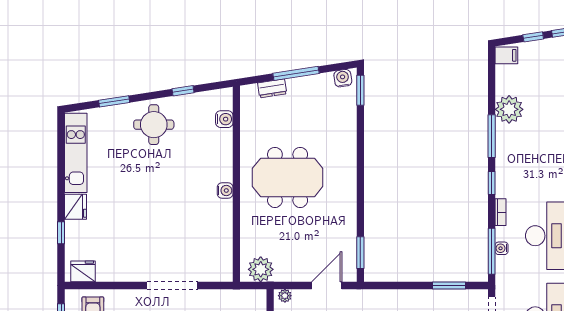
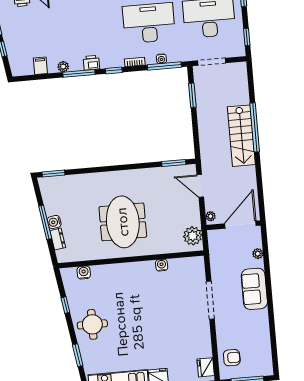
filing cabinet: (506, 55) -> (40, 66), moved
water cooler: (343, 78) -> (54, 222), moved
plant: (509, 109) -> (63, 67), width x0.53, depth x0.53
printer: (504, 154) -> (91, 63), added
water cooler: (225, 191) -> (162, 265), moved

